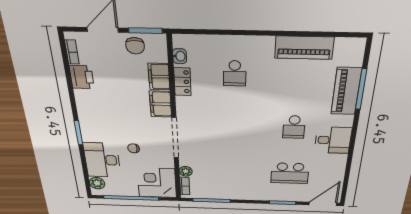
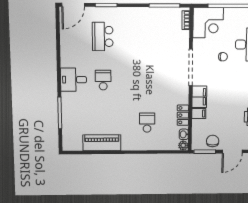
filing cabinet: (159, 77) -> (199, 114), width x0.50
piano: (346, 91) -> (70, 111), removed
desk: (333, 140) -> (74, 80), moved
plant: (186, 171) -> (183, 145), moved
school desk: (290, 173) -> (103, 36), turned -90

